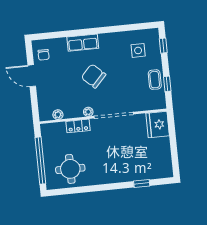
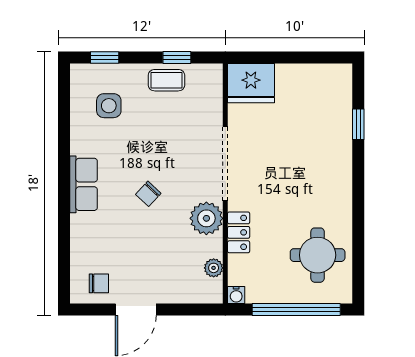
row of seats: (83, 43) -> (84, 184), moved
chair: (94, 76) -> (148, 194), width x0.54, depth x0.54
plant: (88, 112) -> (206, 218), width x1.88, depth x1.88
water cooler: (45, 128) -> (236, 295), added

